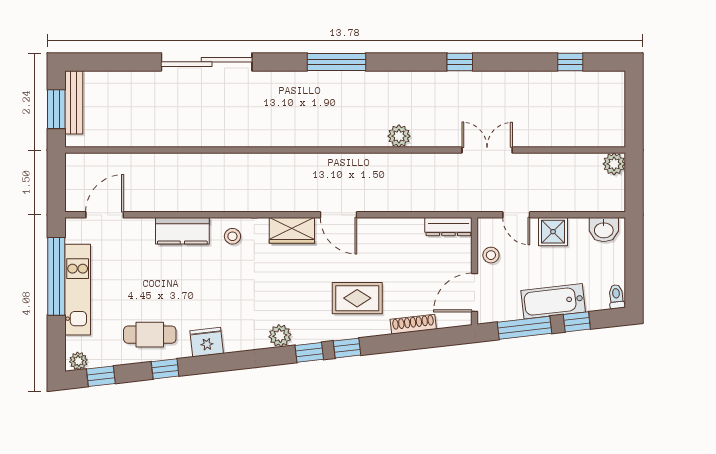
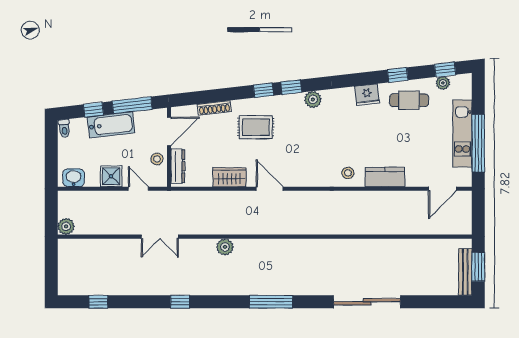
dresser: (448, 227) -> (178, 166), moved, turned 90
wardrobe: (292, 230) -> (229, 177), moved
plant: (78, 361) -> (443, 83), moved

